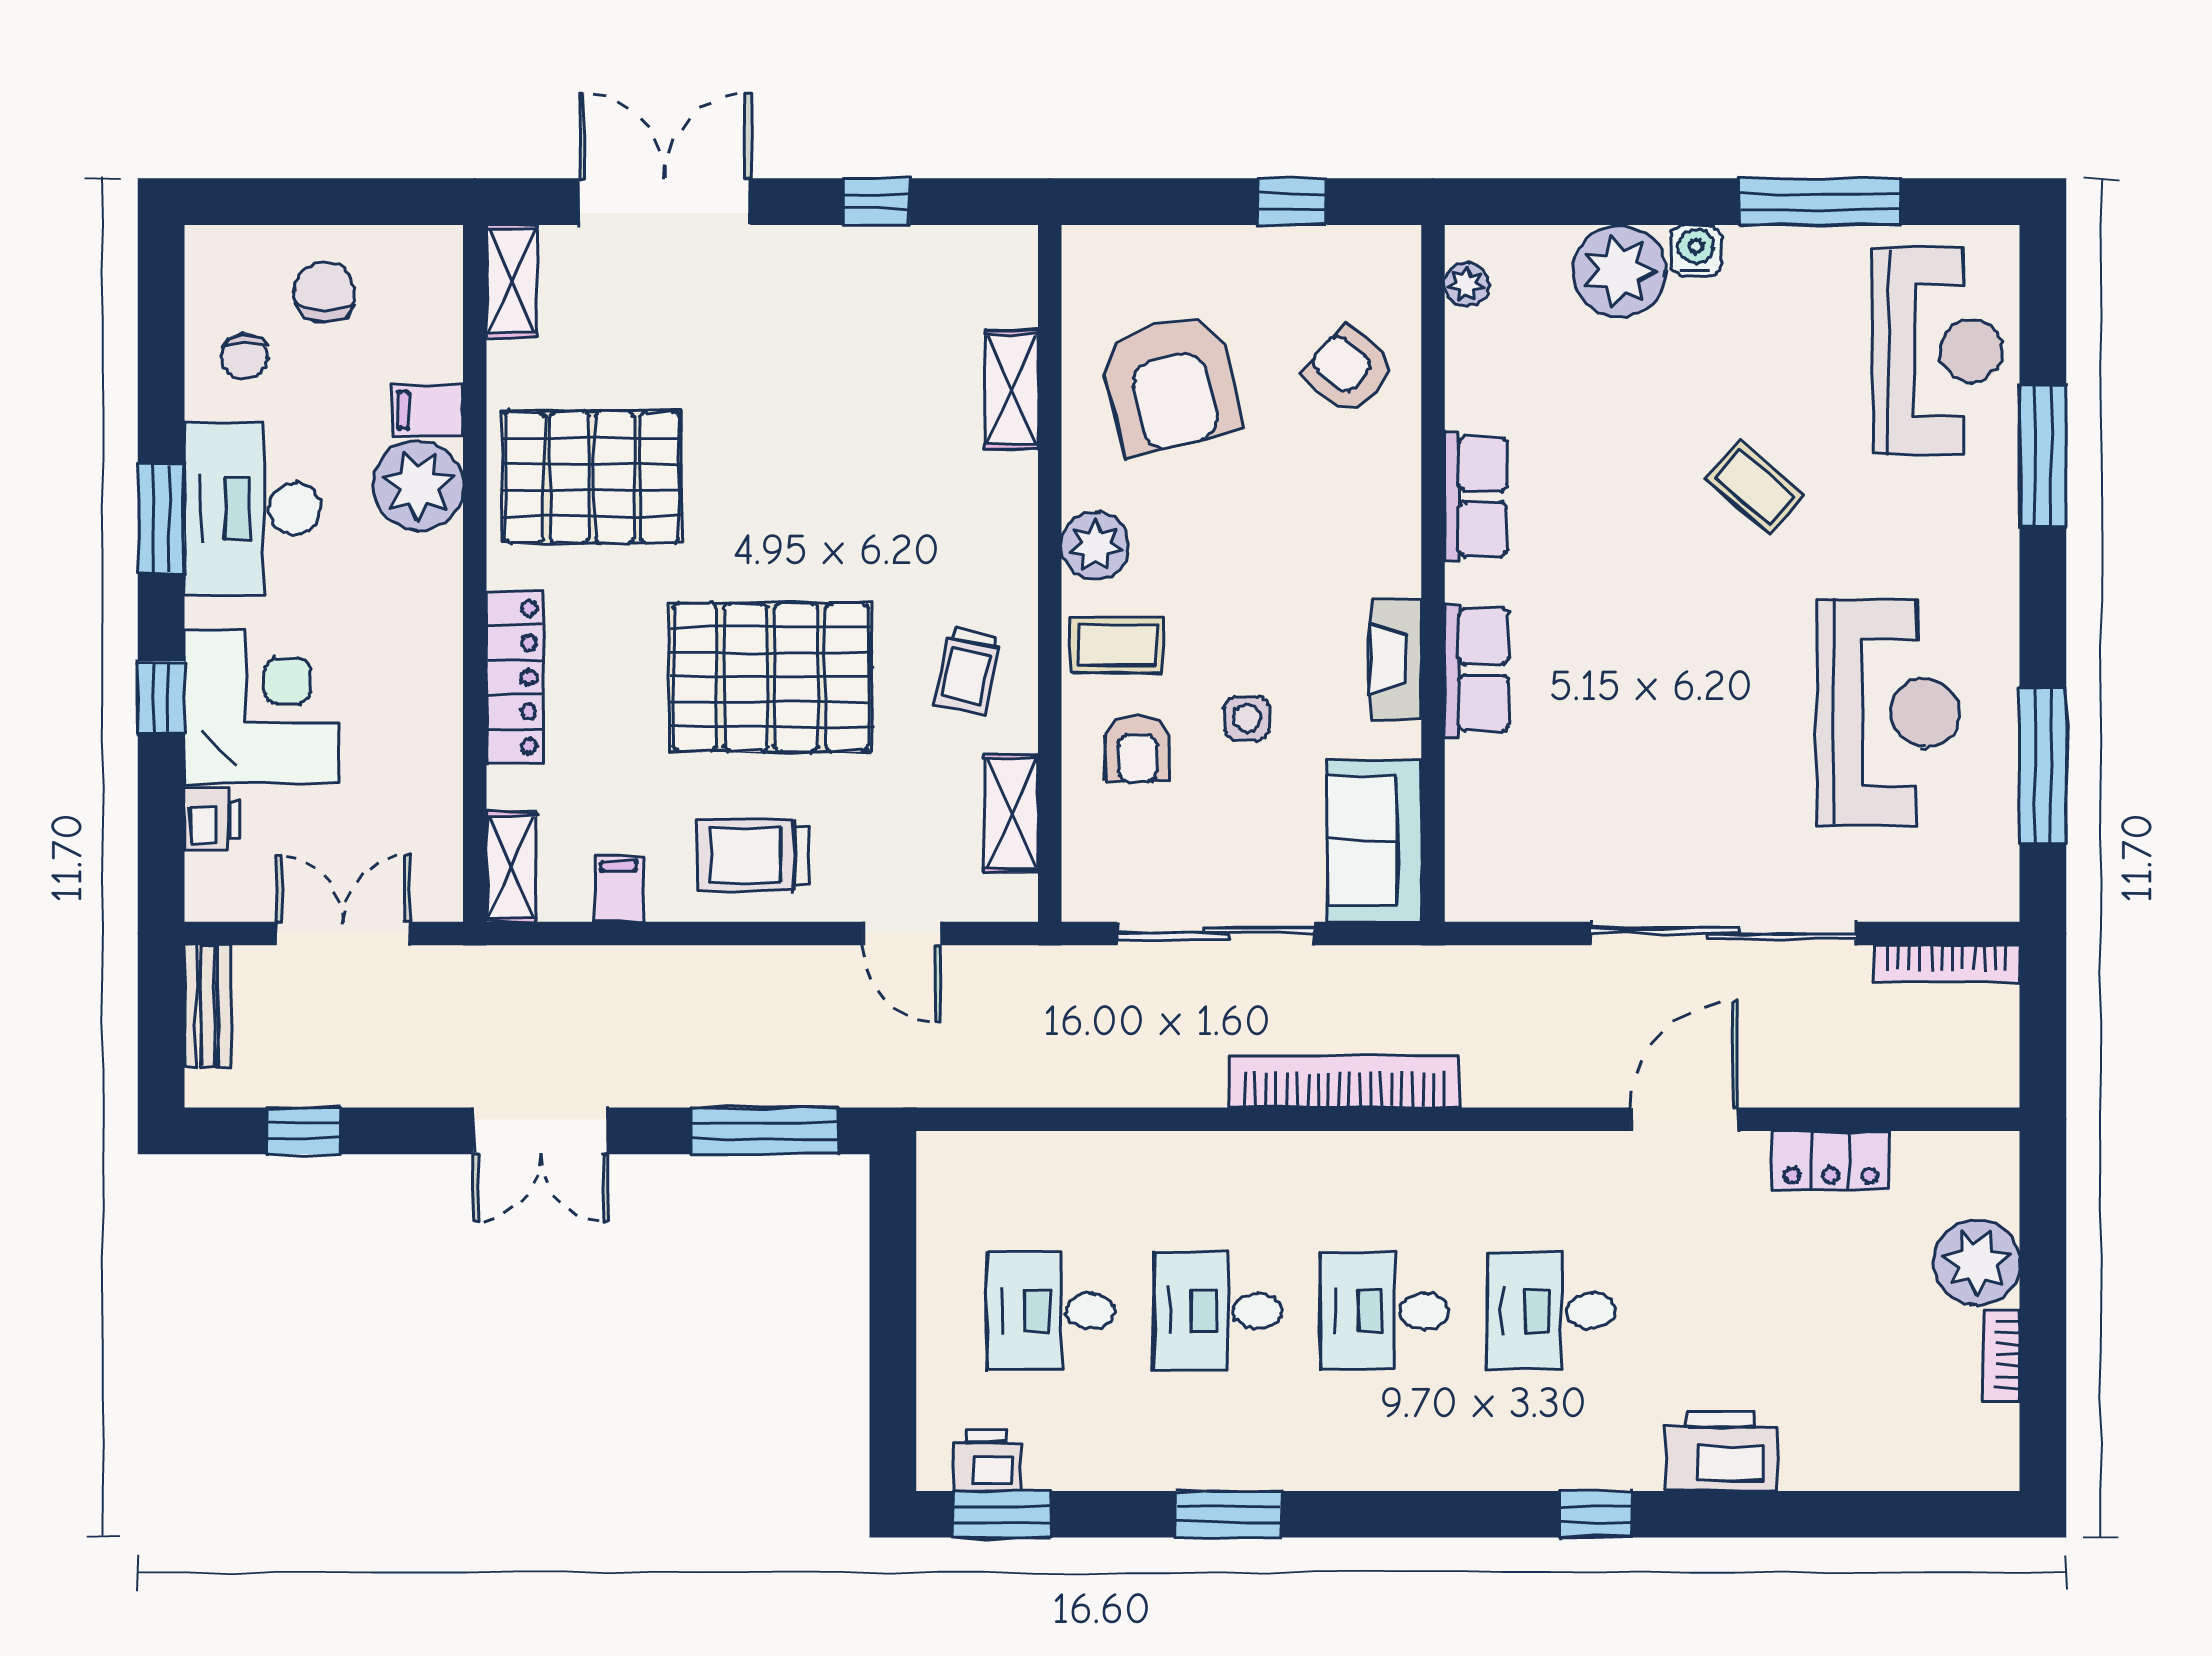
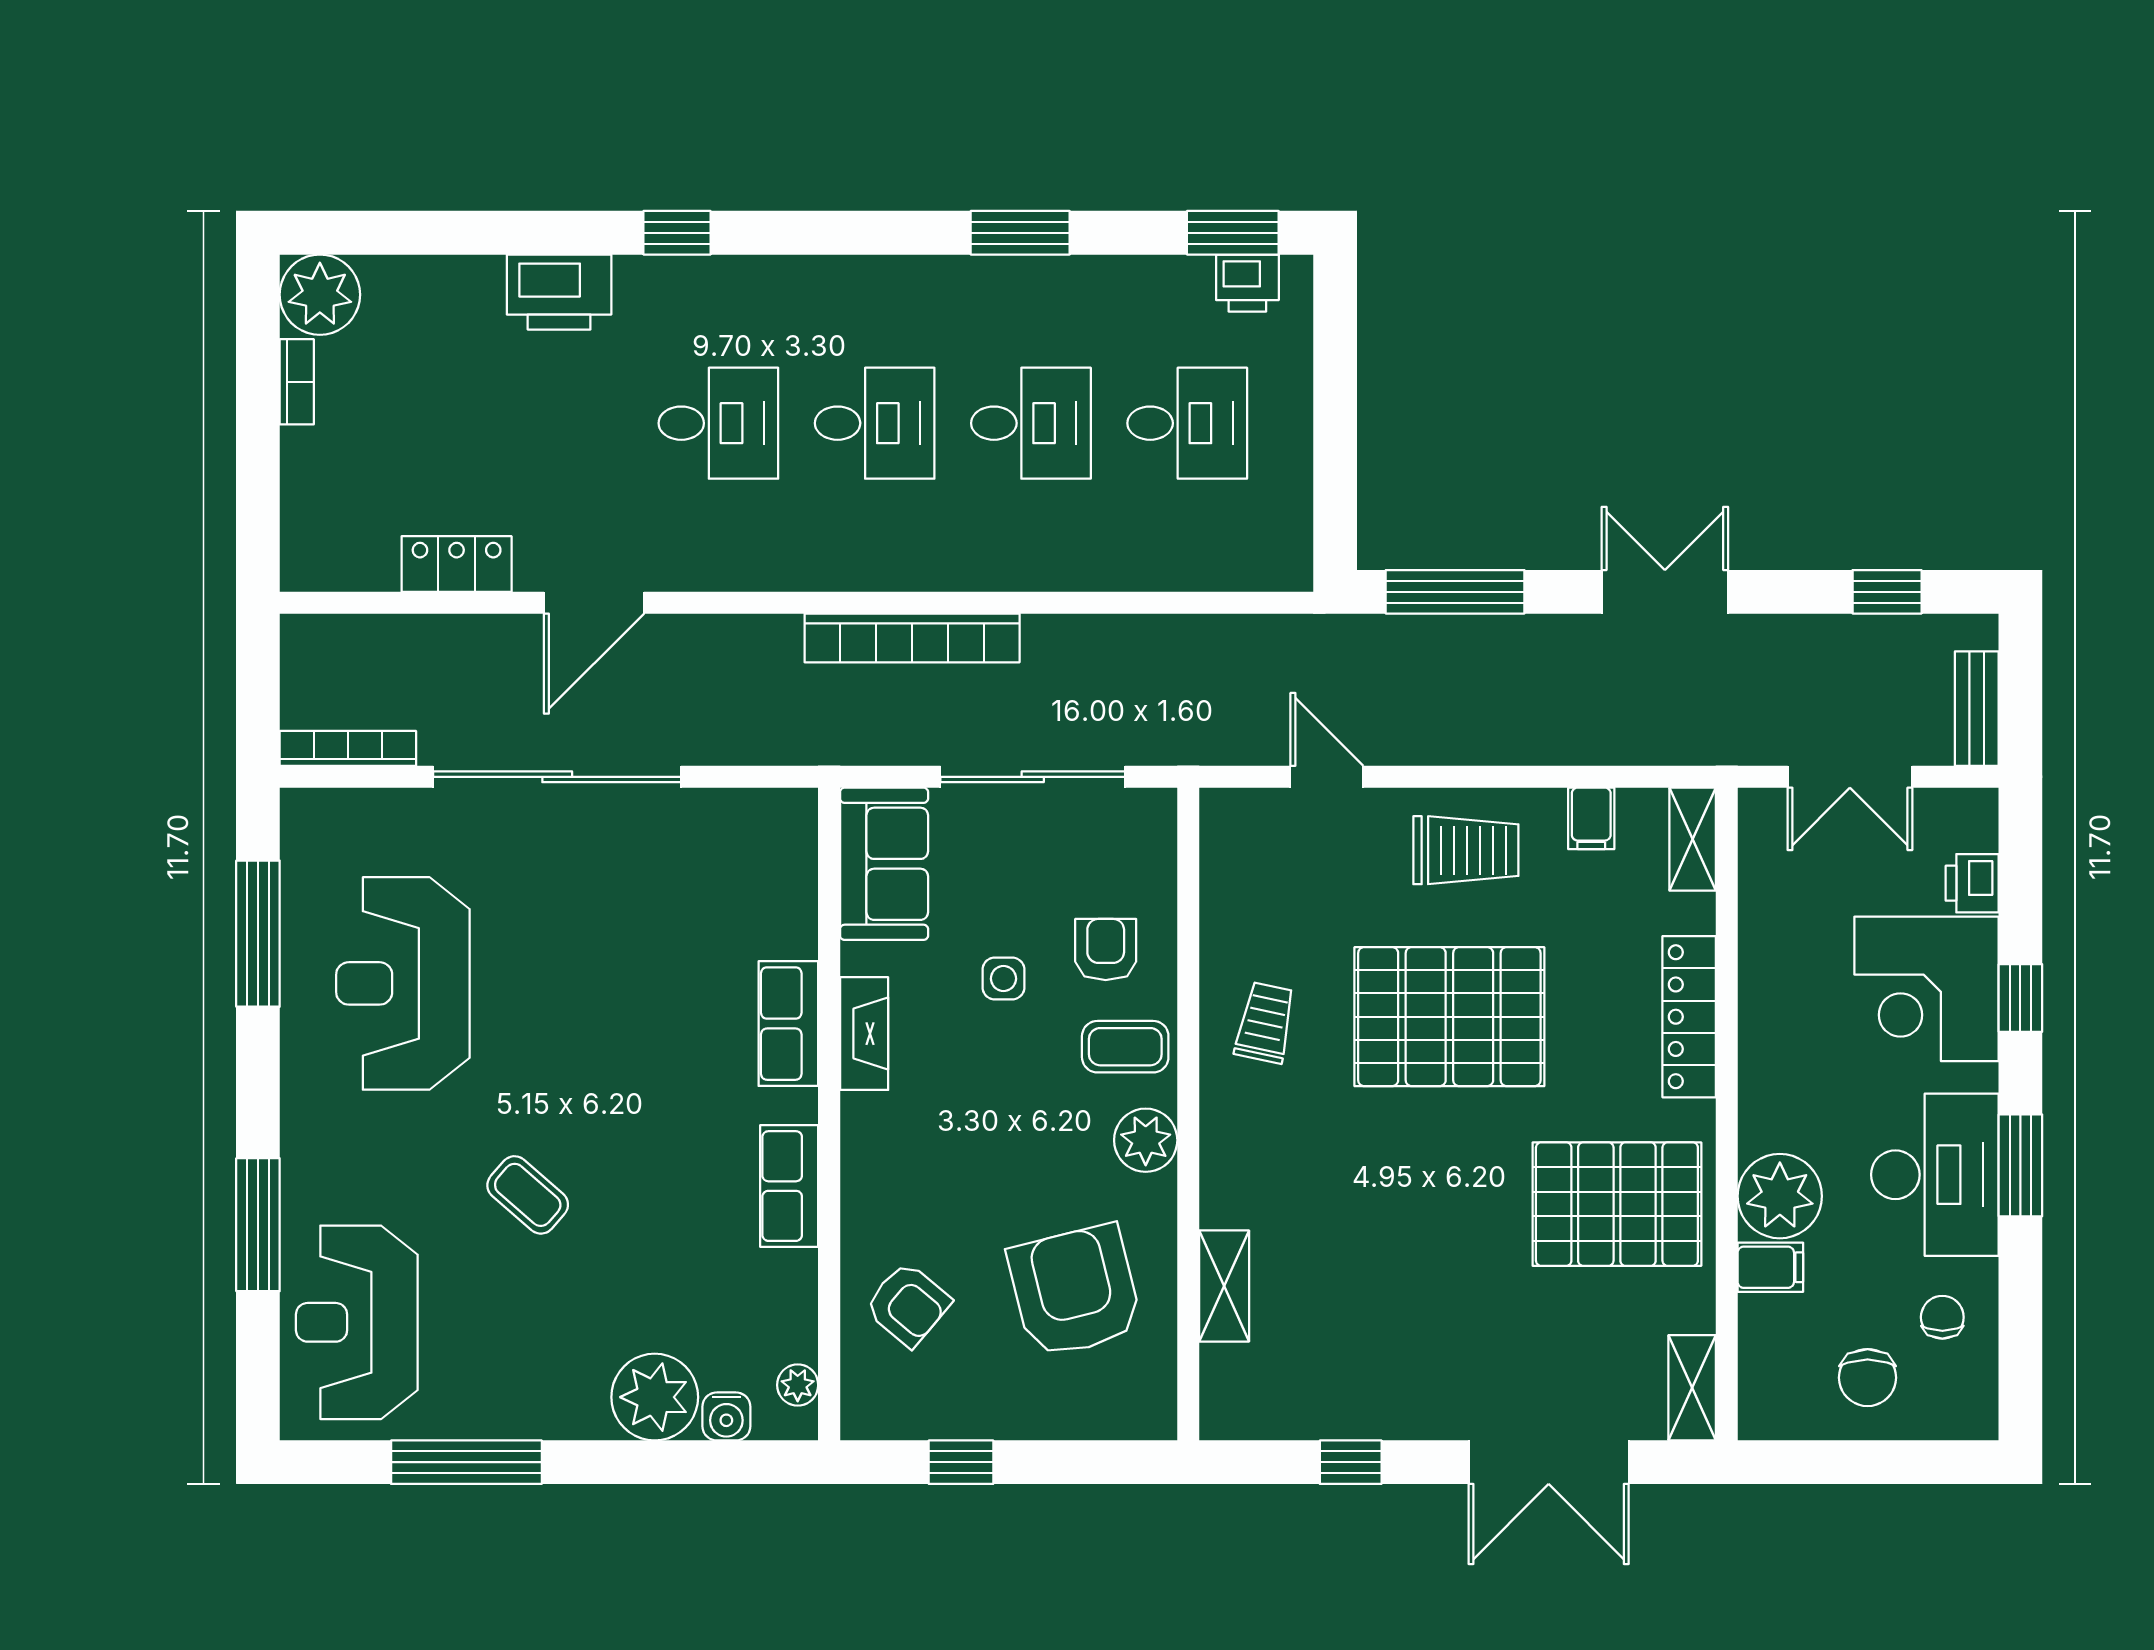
water cooler: (1696, 250) -> (726, 1416), moved
shelving: (1011, 813) -> (1224, 890), removed
plant: (1977, 1262) -> (320, 295), moved

